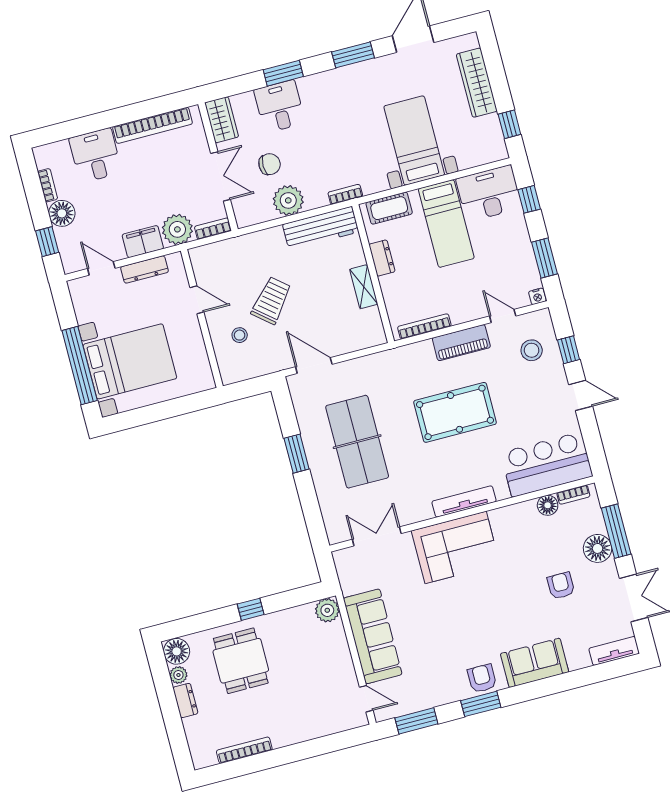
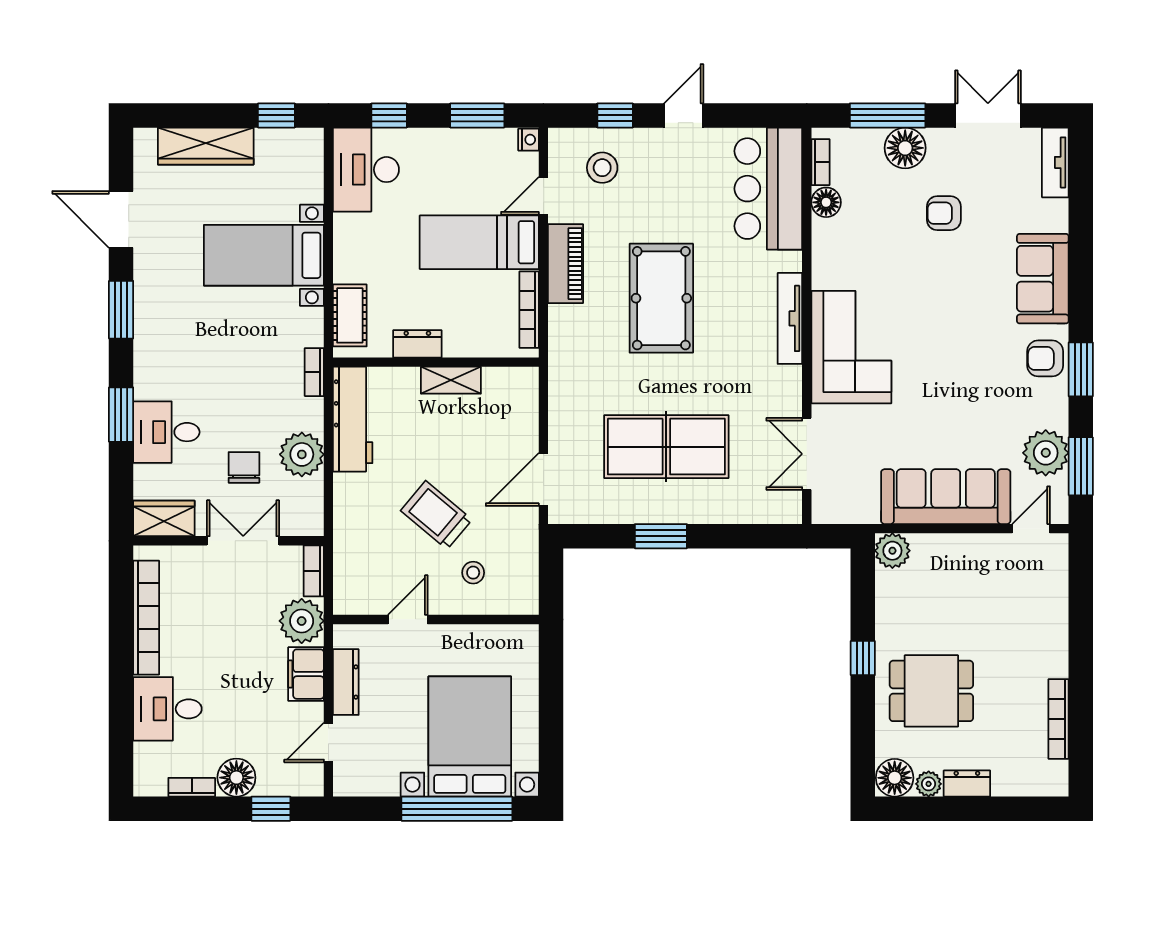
bed: (446, 224) -> (479, 242), moved, turned 180
plant: (419, 695) -> (1046, 453), added

